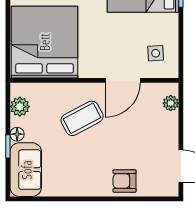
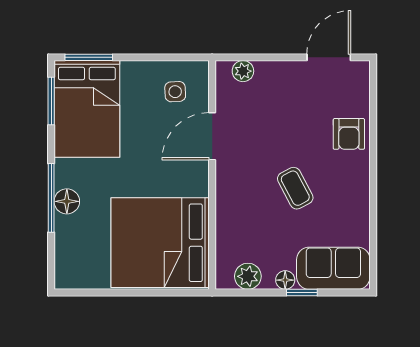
door: (123, 80) -> (212, 136), swing flipped
coffee table: (82, 118) -> (295, 188), moved, width x0.73, depth x0.77

